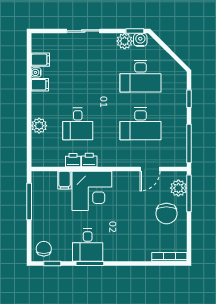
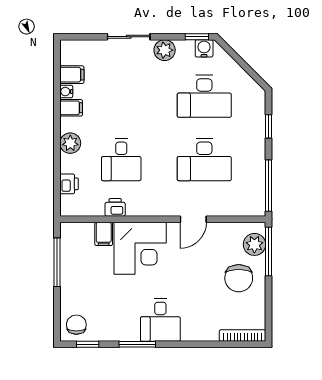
plant: (125, 41) -> (165, 50), moved
plant: (39, 126) -> (70, 143), moved
printer: (89, 160) -> (69, 184), moved, turned 90
door: (150, 169) -> (193, 219), moved
desk: (88, 245) -> (160, 320), moved

